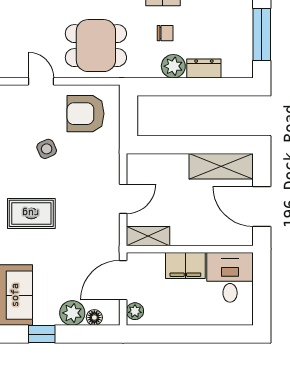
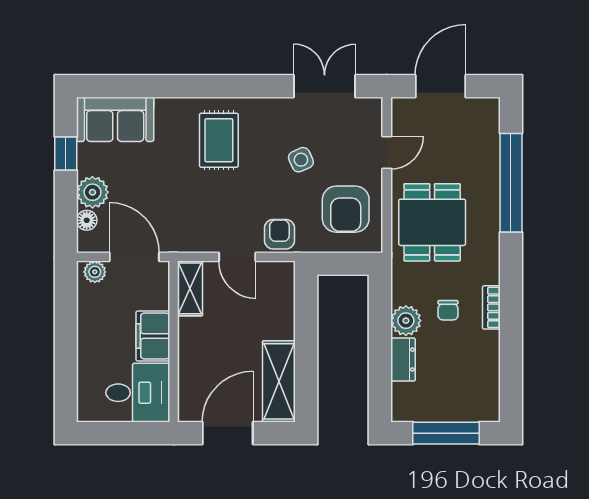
armchair: (86, 114) -> (346, 209), turned 180
armchair: (105, 166) -> (279, 234), added

